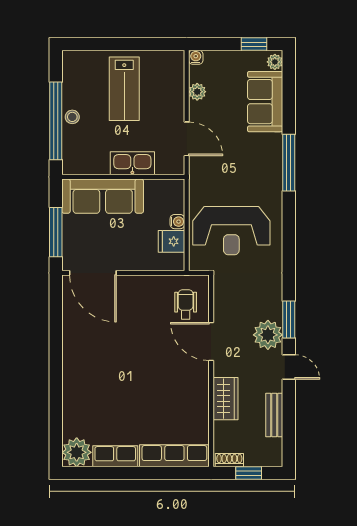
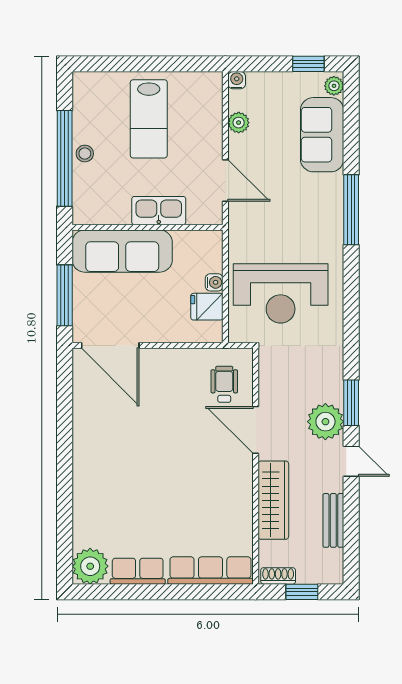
wardrobe: (225, 399) -> (273, 500), width x1.50

